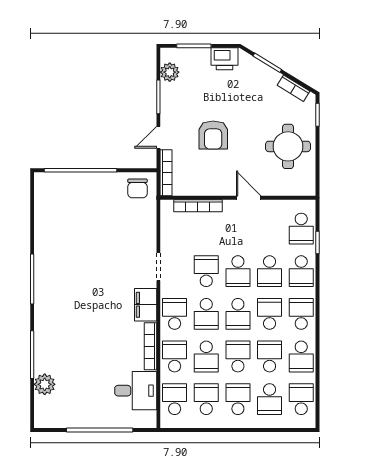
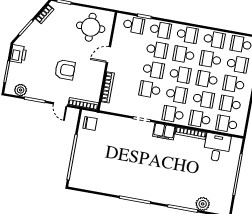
round table: (288, 146) -> (91, 27), moved
school desk: (301, 314) -> (187, 35), turned 180

